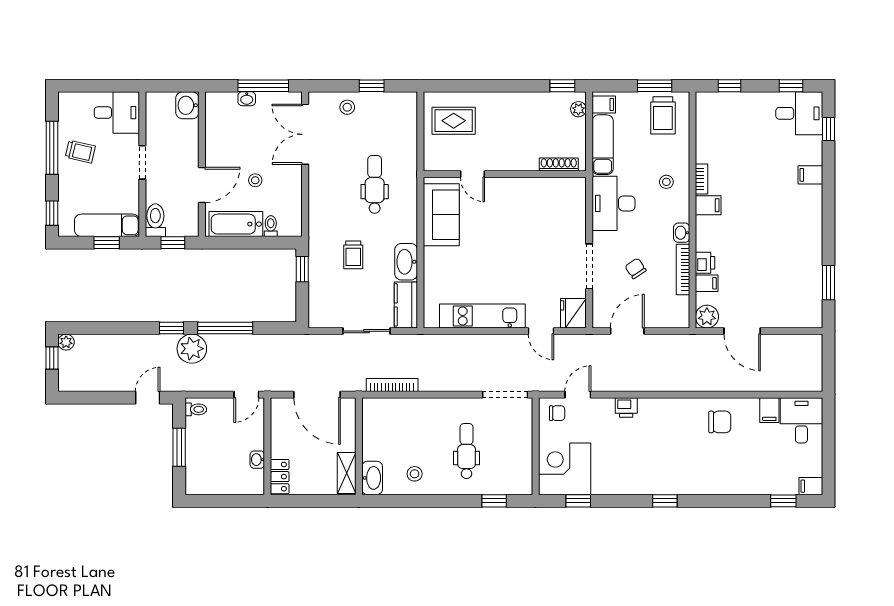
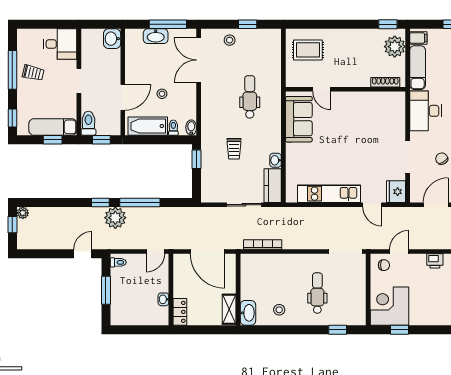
washbasin: (247, 99) -> (156, 36), width x1.91, depth x1.45
plant: (578, 109) -> (395, 47), width x1.88, depth x1.88
bidet: (295, 226) -> (191, 128), added
washbasin: (406, 262) -> (276, 160), width x0.52, depth x0.69

